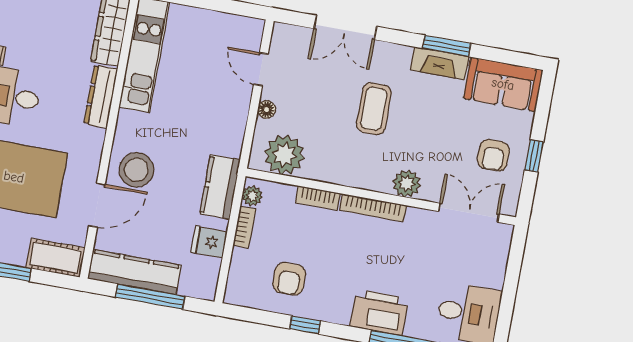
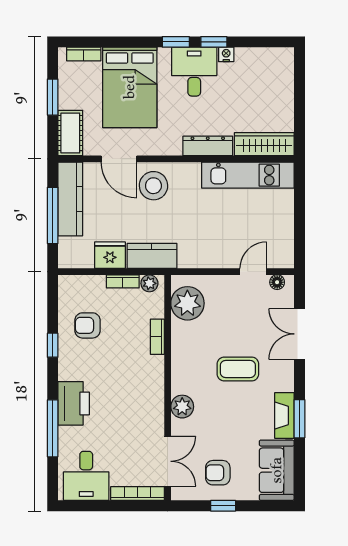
floor lamp: (267, 110) -> (277, 282), moved
bookcase: (373, 208) -> (138, 494), moved, turned 90
fridge: (209, 242) -> (110, 255), width x1.38

